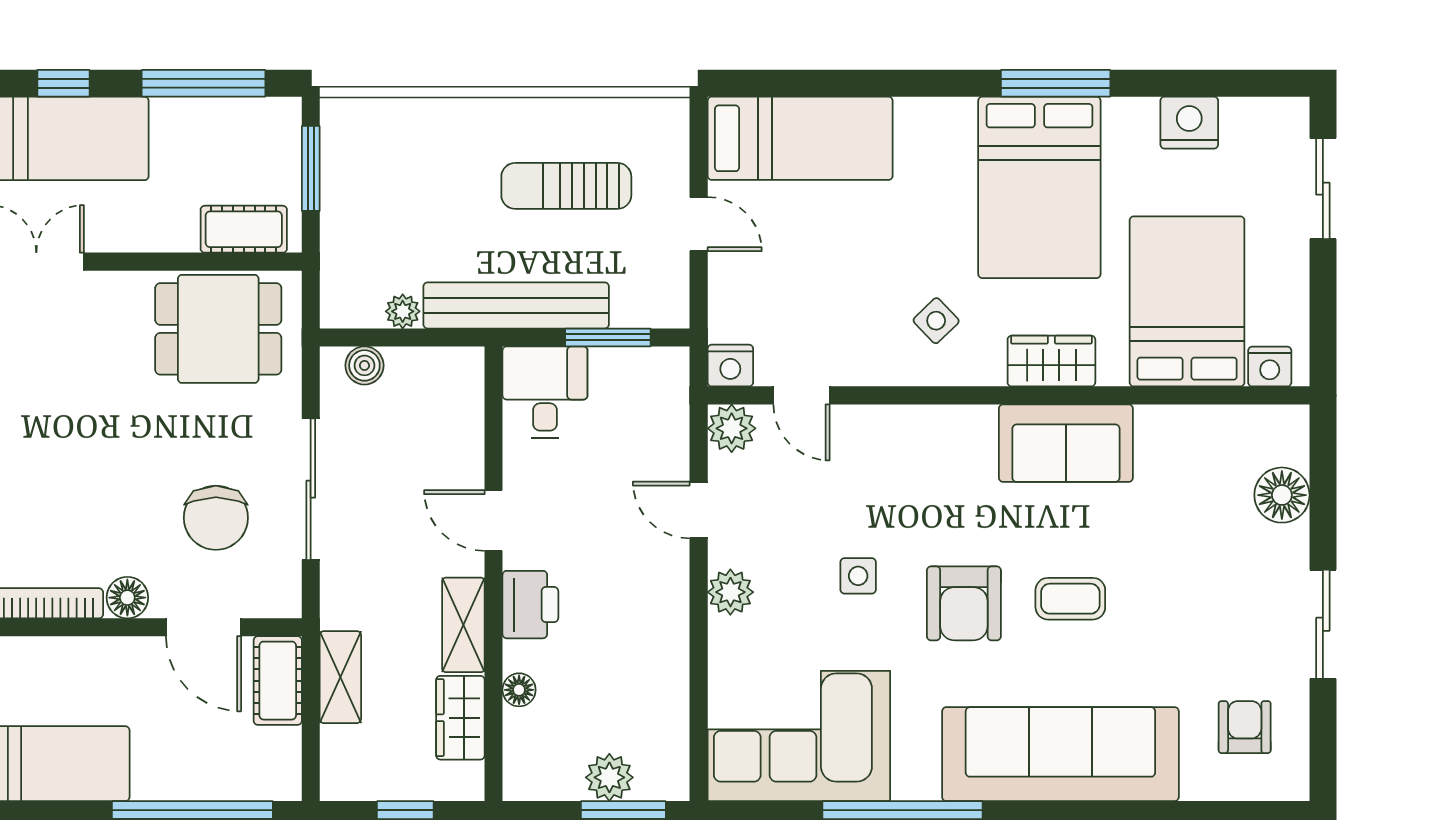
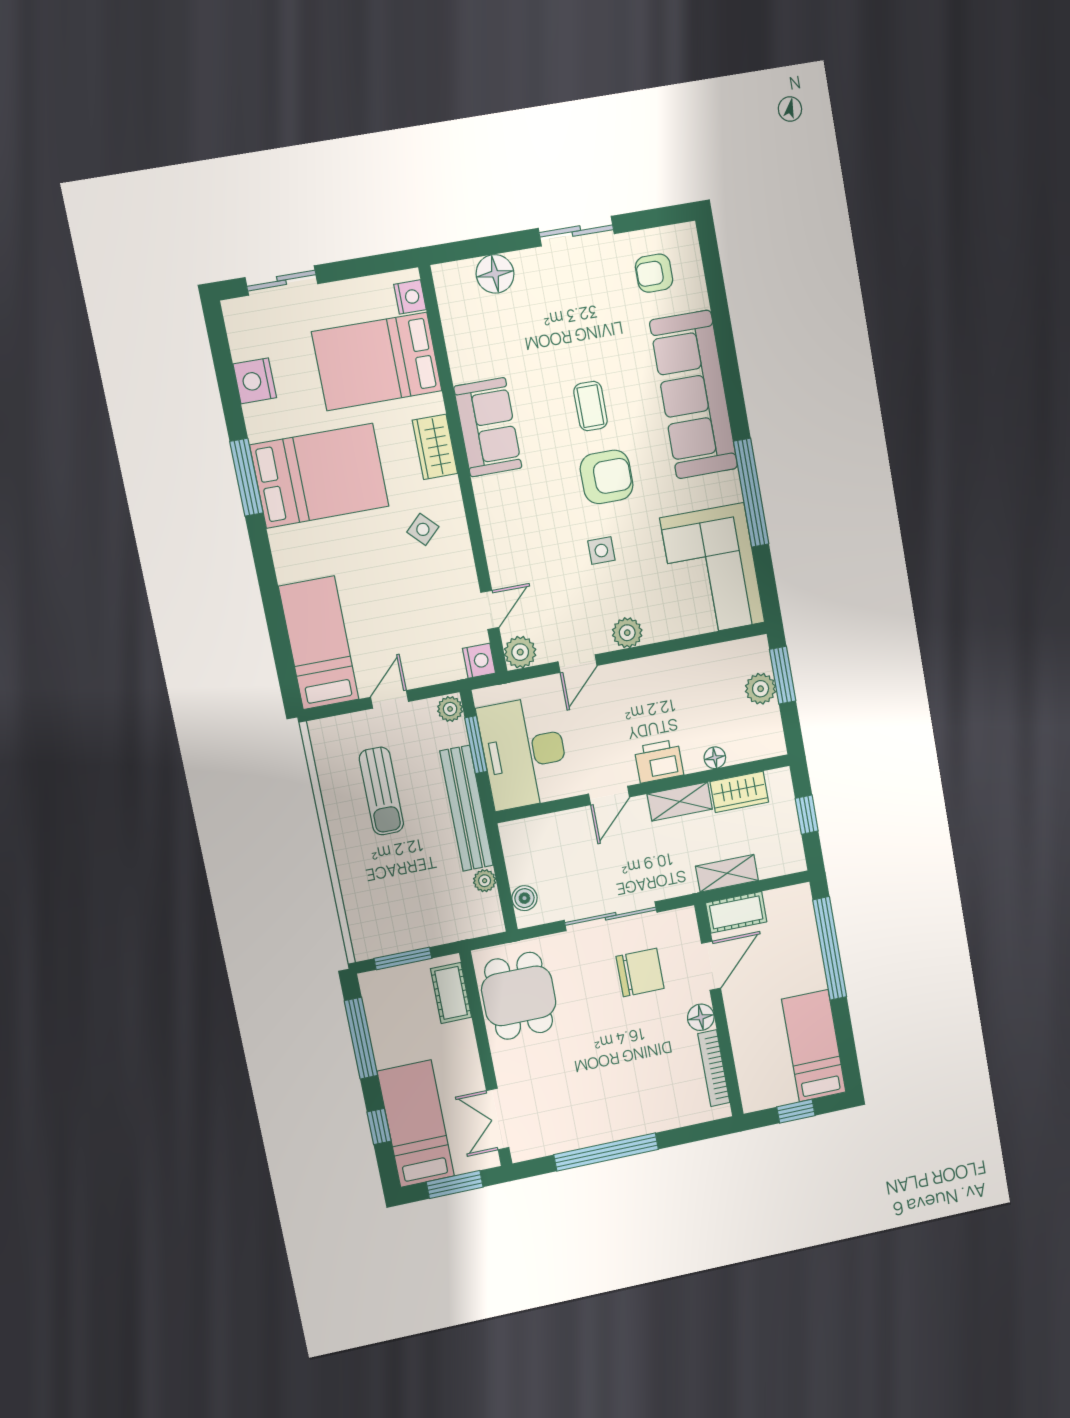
plant: (668, 310) -> (450, 709), added
desk: (545, 392) -> (524, 753), width x1.87, depth x1.30

